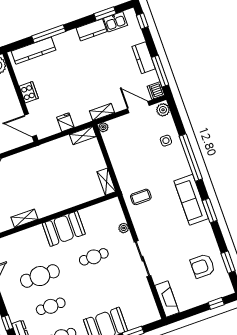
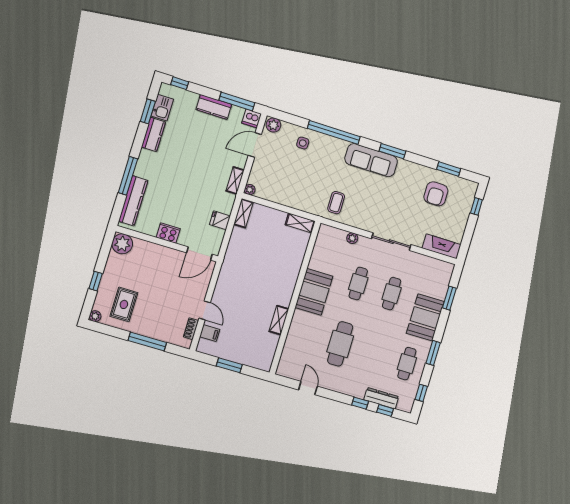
cafe table: (51, 306) -> (392, 294), moved

